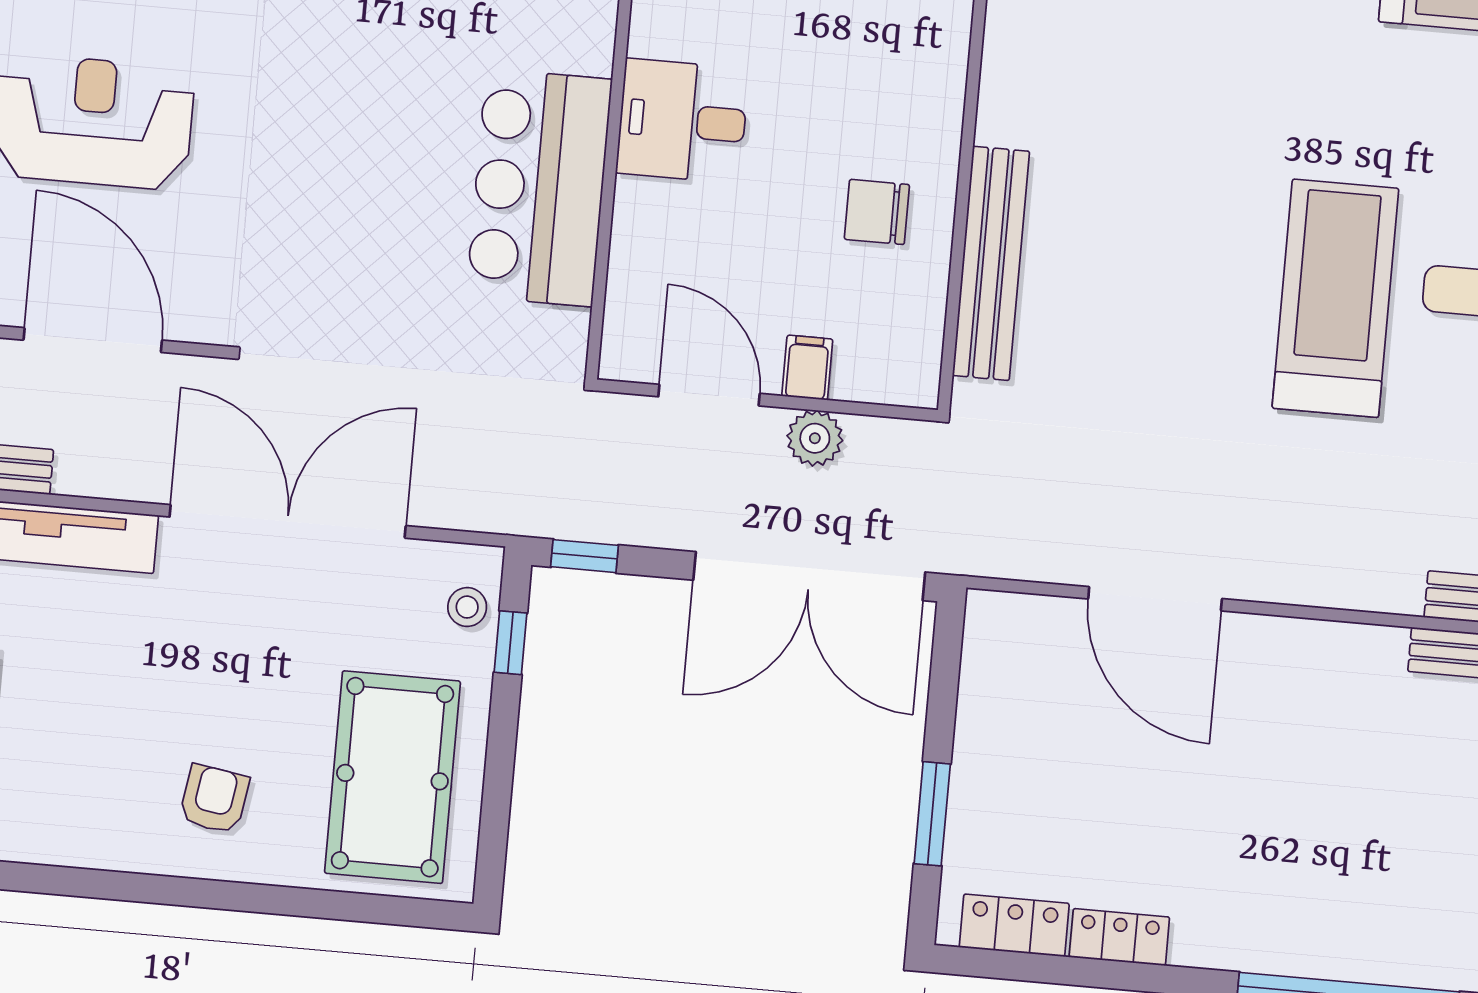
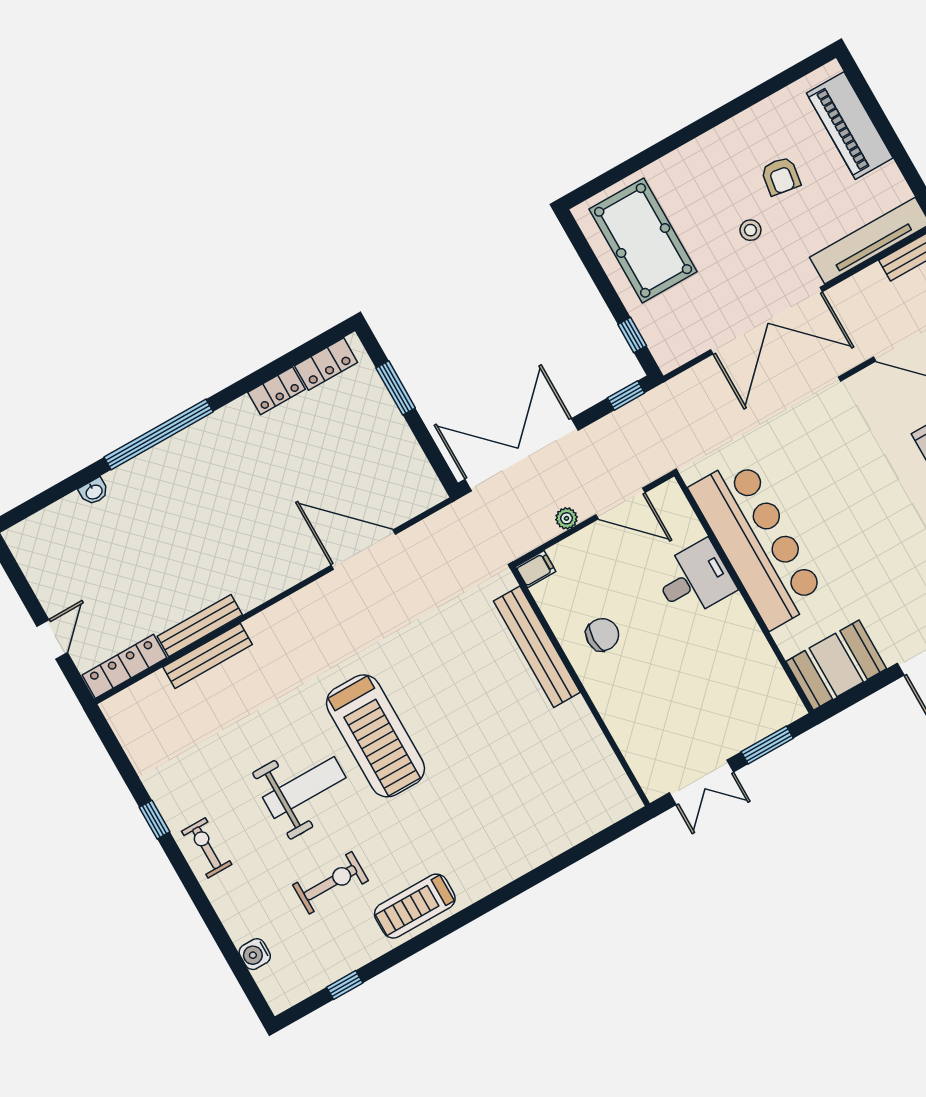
desk: (682, 121) -> (695, 579), moved
bar counter: (539, 188) -> (758, 543), width x1.36
filing cabinet: (807, 368) -> (536, 569), moved, turned -90
plant: (815, 438) -> (566, 518), width x0.73, depth x0.73
stool: (467, 607) -> (750, 230), moved
armchair: (214, 799) -> (781, 176), moved

